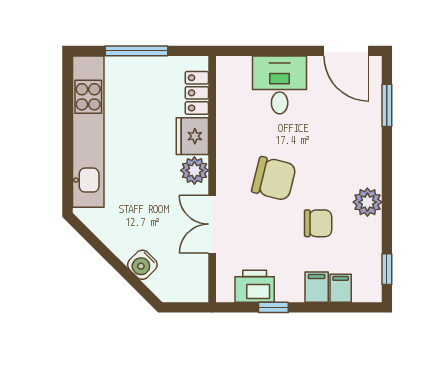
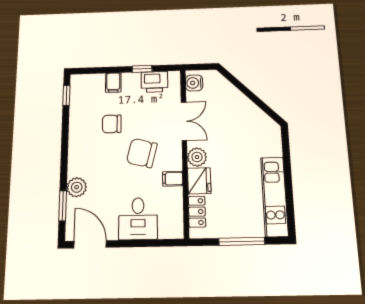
kitchen unit: (88, 132) -> (274, 197), width x0.73
plant: (367, 202) -> (77, 187), moved
water cooler: (142, 265) -> (194, 83), moved, turned -135
filing cabinet: (341, 288) -> (173, 179), moved, turned 90

